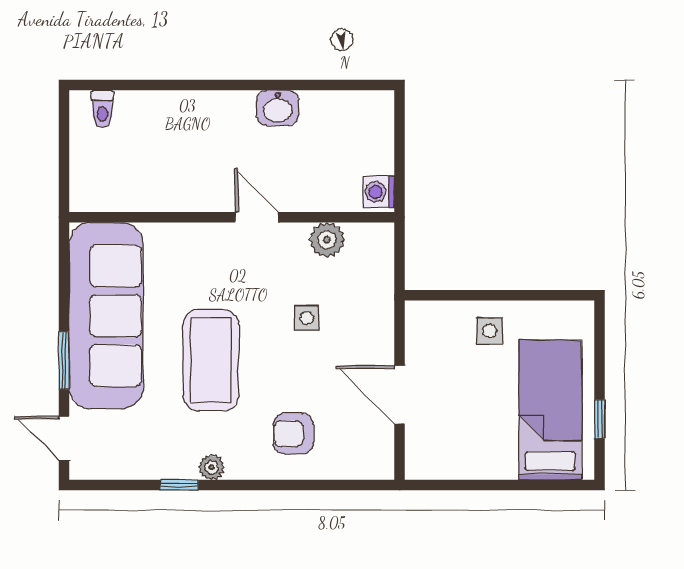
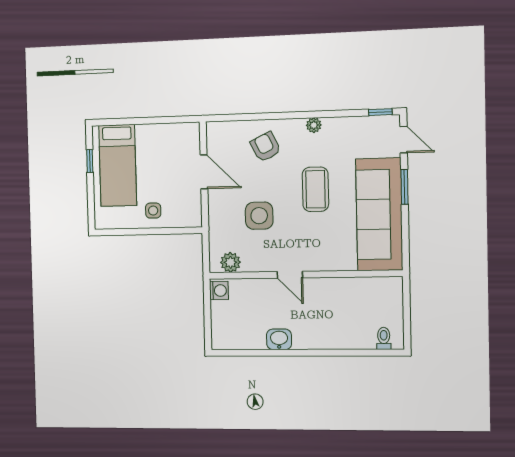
plant: (327, 240) -> (230, 262), moved
side table: (307, 318) -> (259, 216), width x1.87, depth x1.87
coffee table: (211, 360) -> (315, 189), width x0.73, depth x0.76
armchair: (293, 434) -> (265, 147), turned -116
window: (179, 485) -> (380, 112), moved

